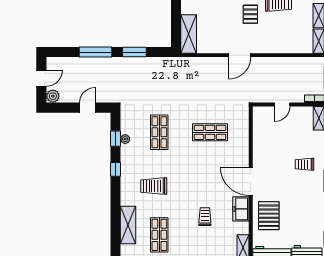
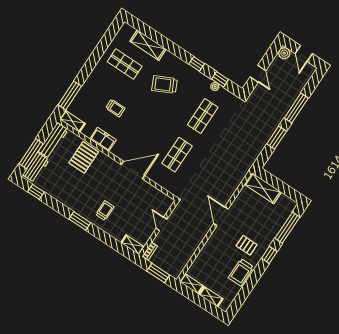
shop shelf: (159, 132) -> (203, 116), turned 90
door: (251, 181) -> (133, 170), moved
trolley: (154, 186) -> (165, 85), turned -116
pallet: (269, 216) -> (84, 157), turned 90

